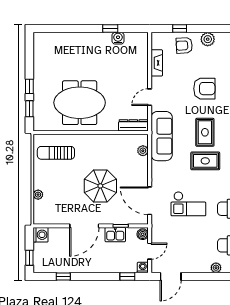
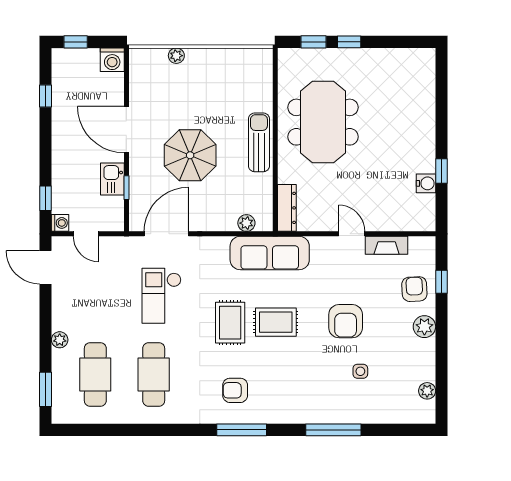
door: (150, 97) -> (352, 234), moved
sun lounger: (56, 153) -> (259, 142), moved
boiler: (143, 234) -> (113, 223), removed

